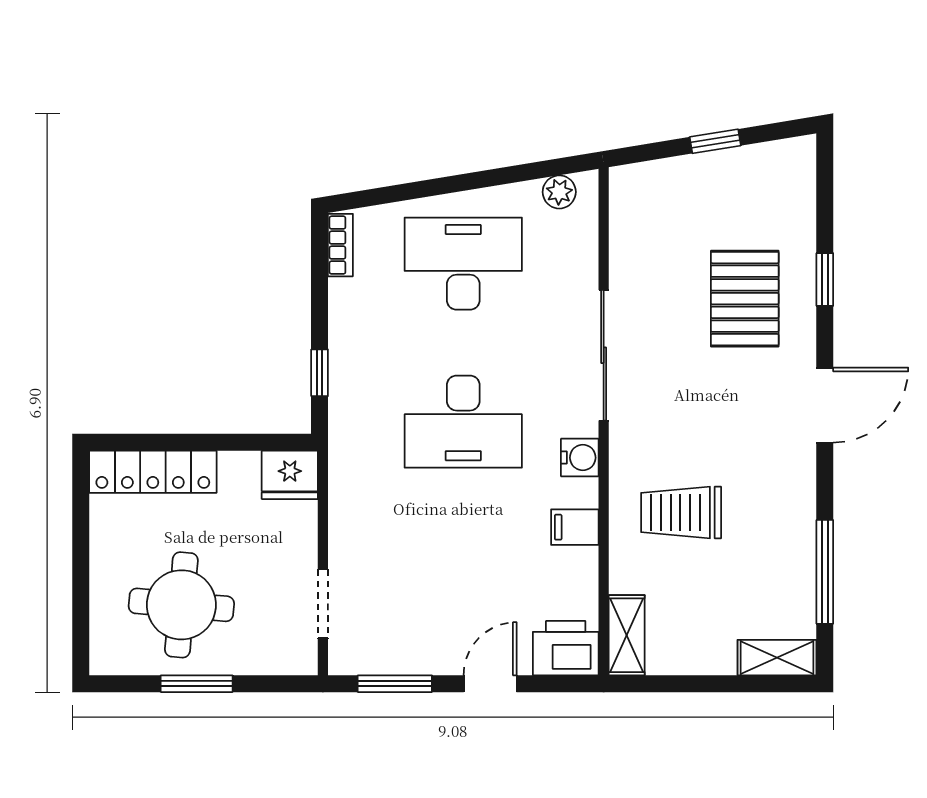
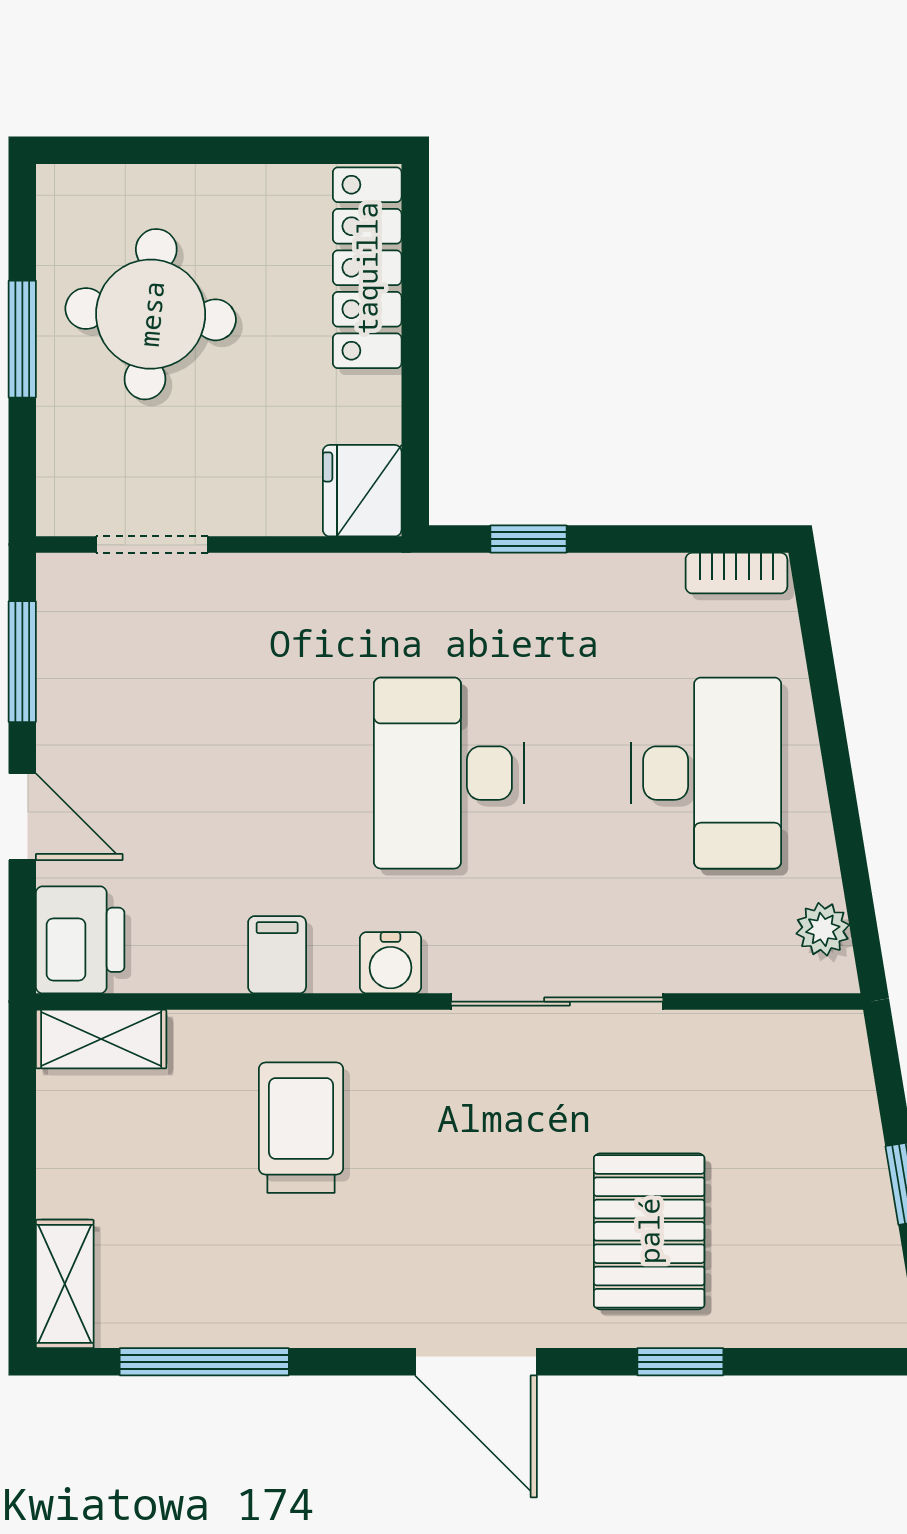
pallet: (745, 299) -> (649, 1231), turned 90

